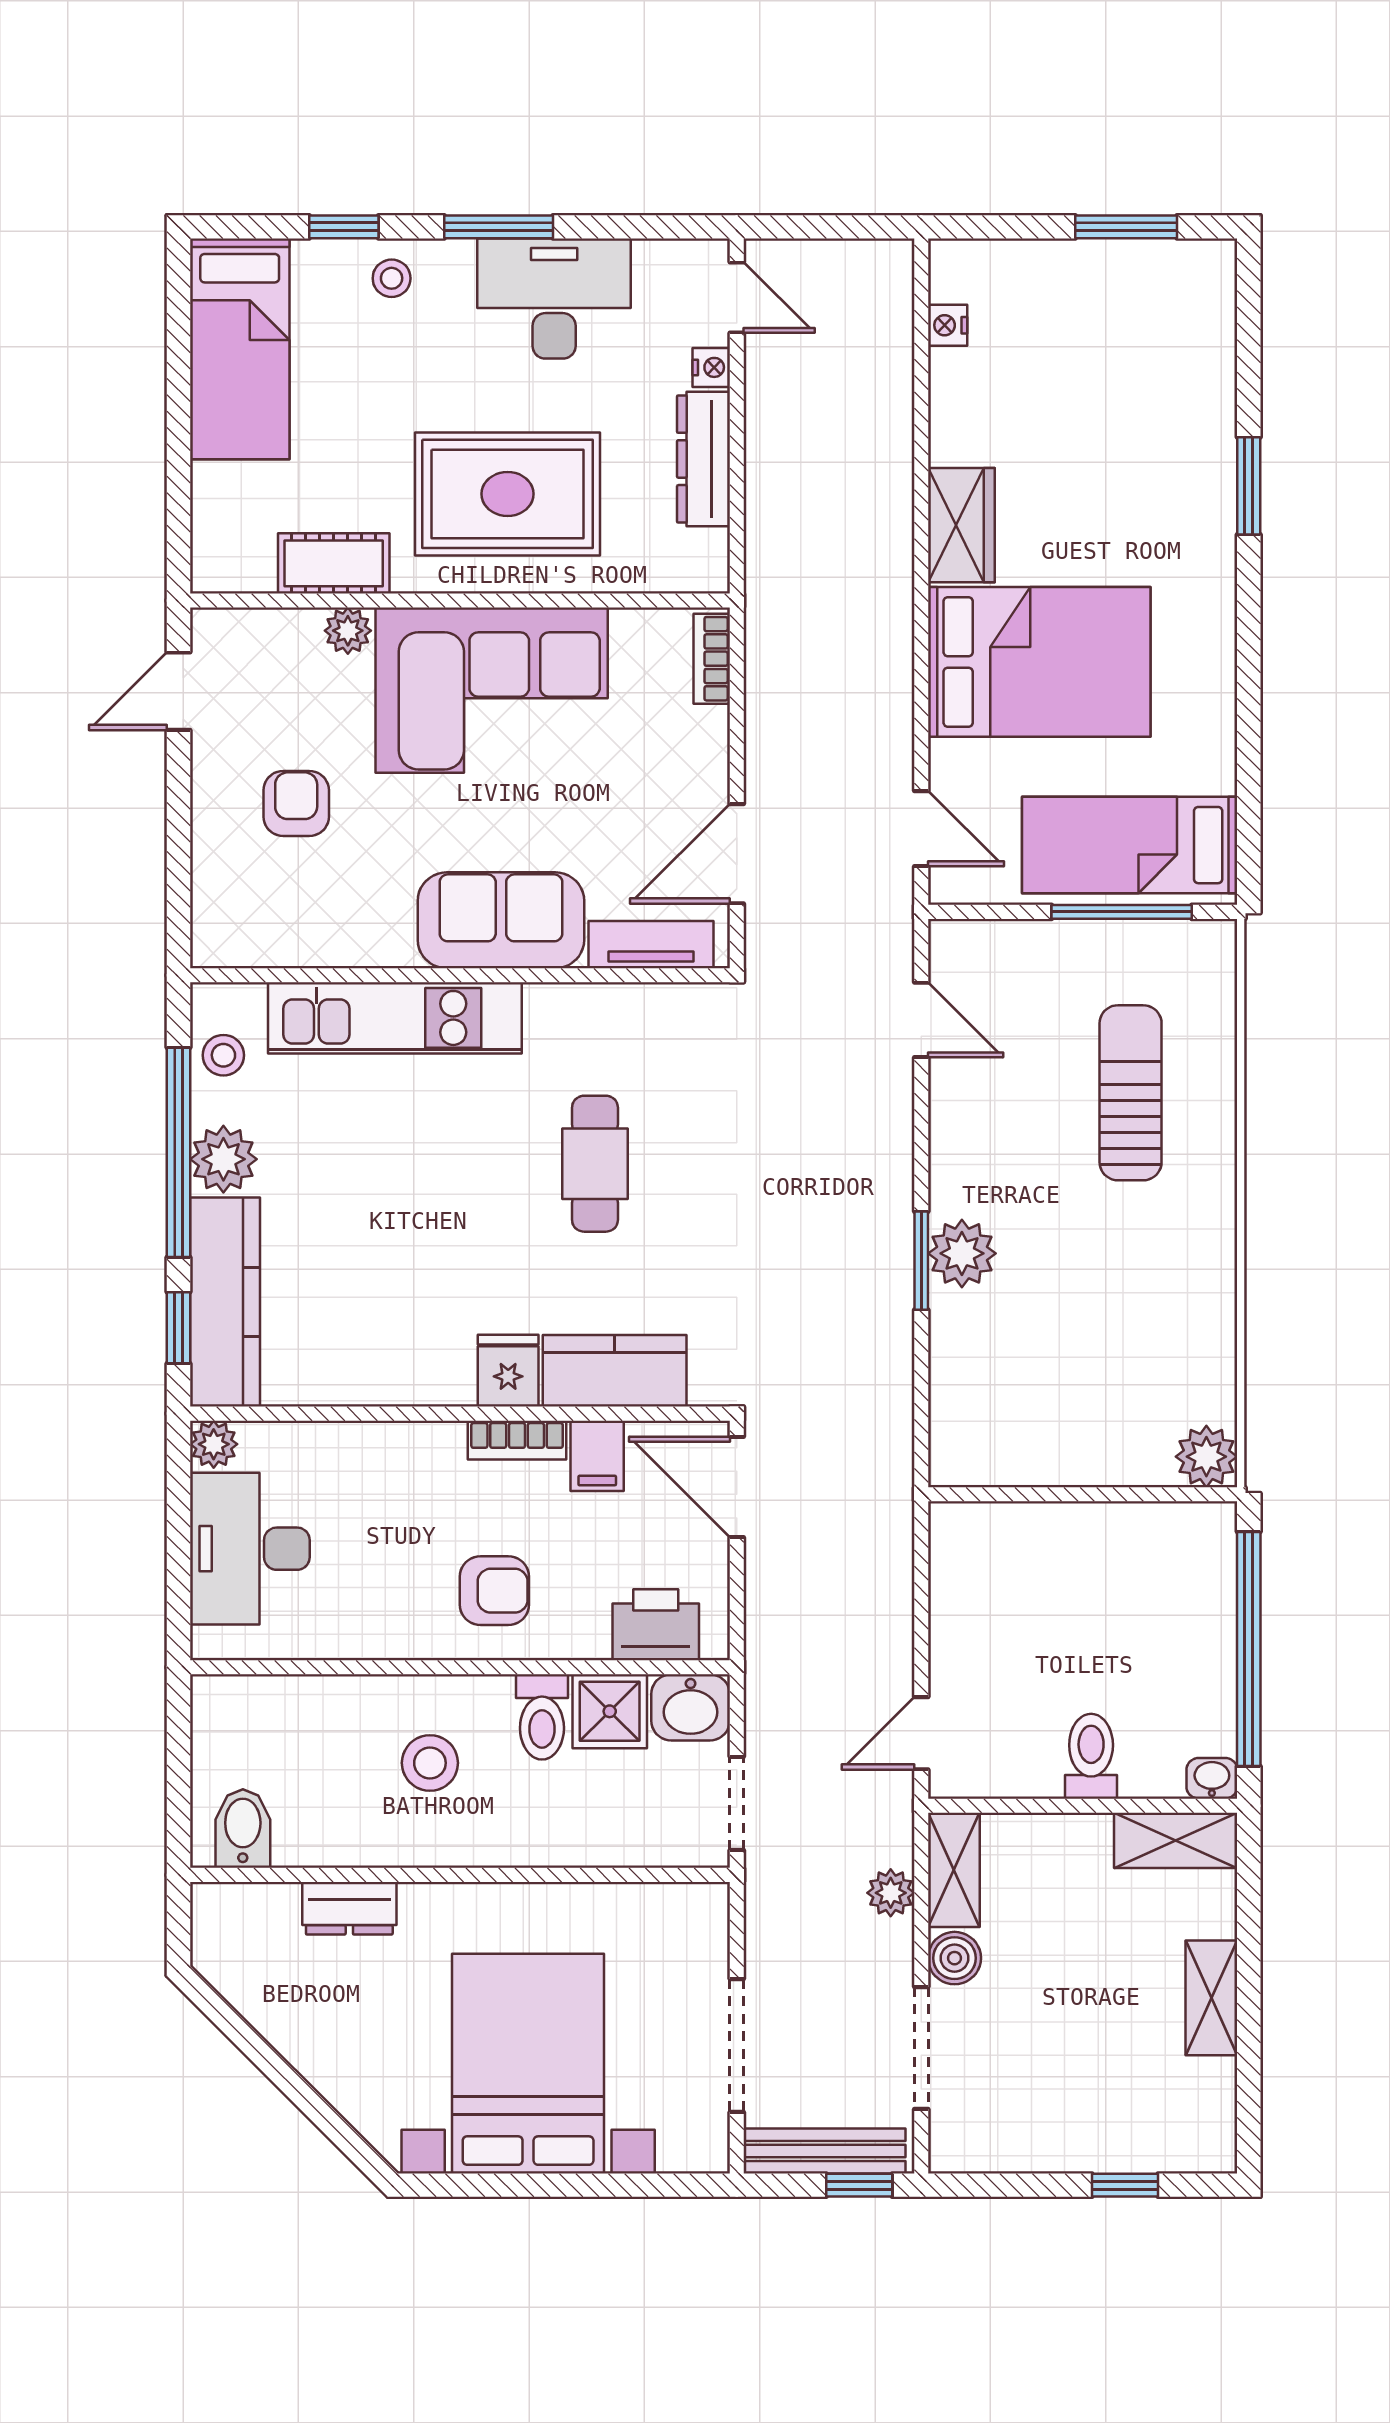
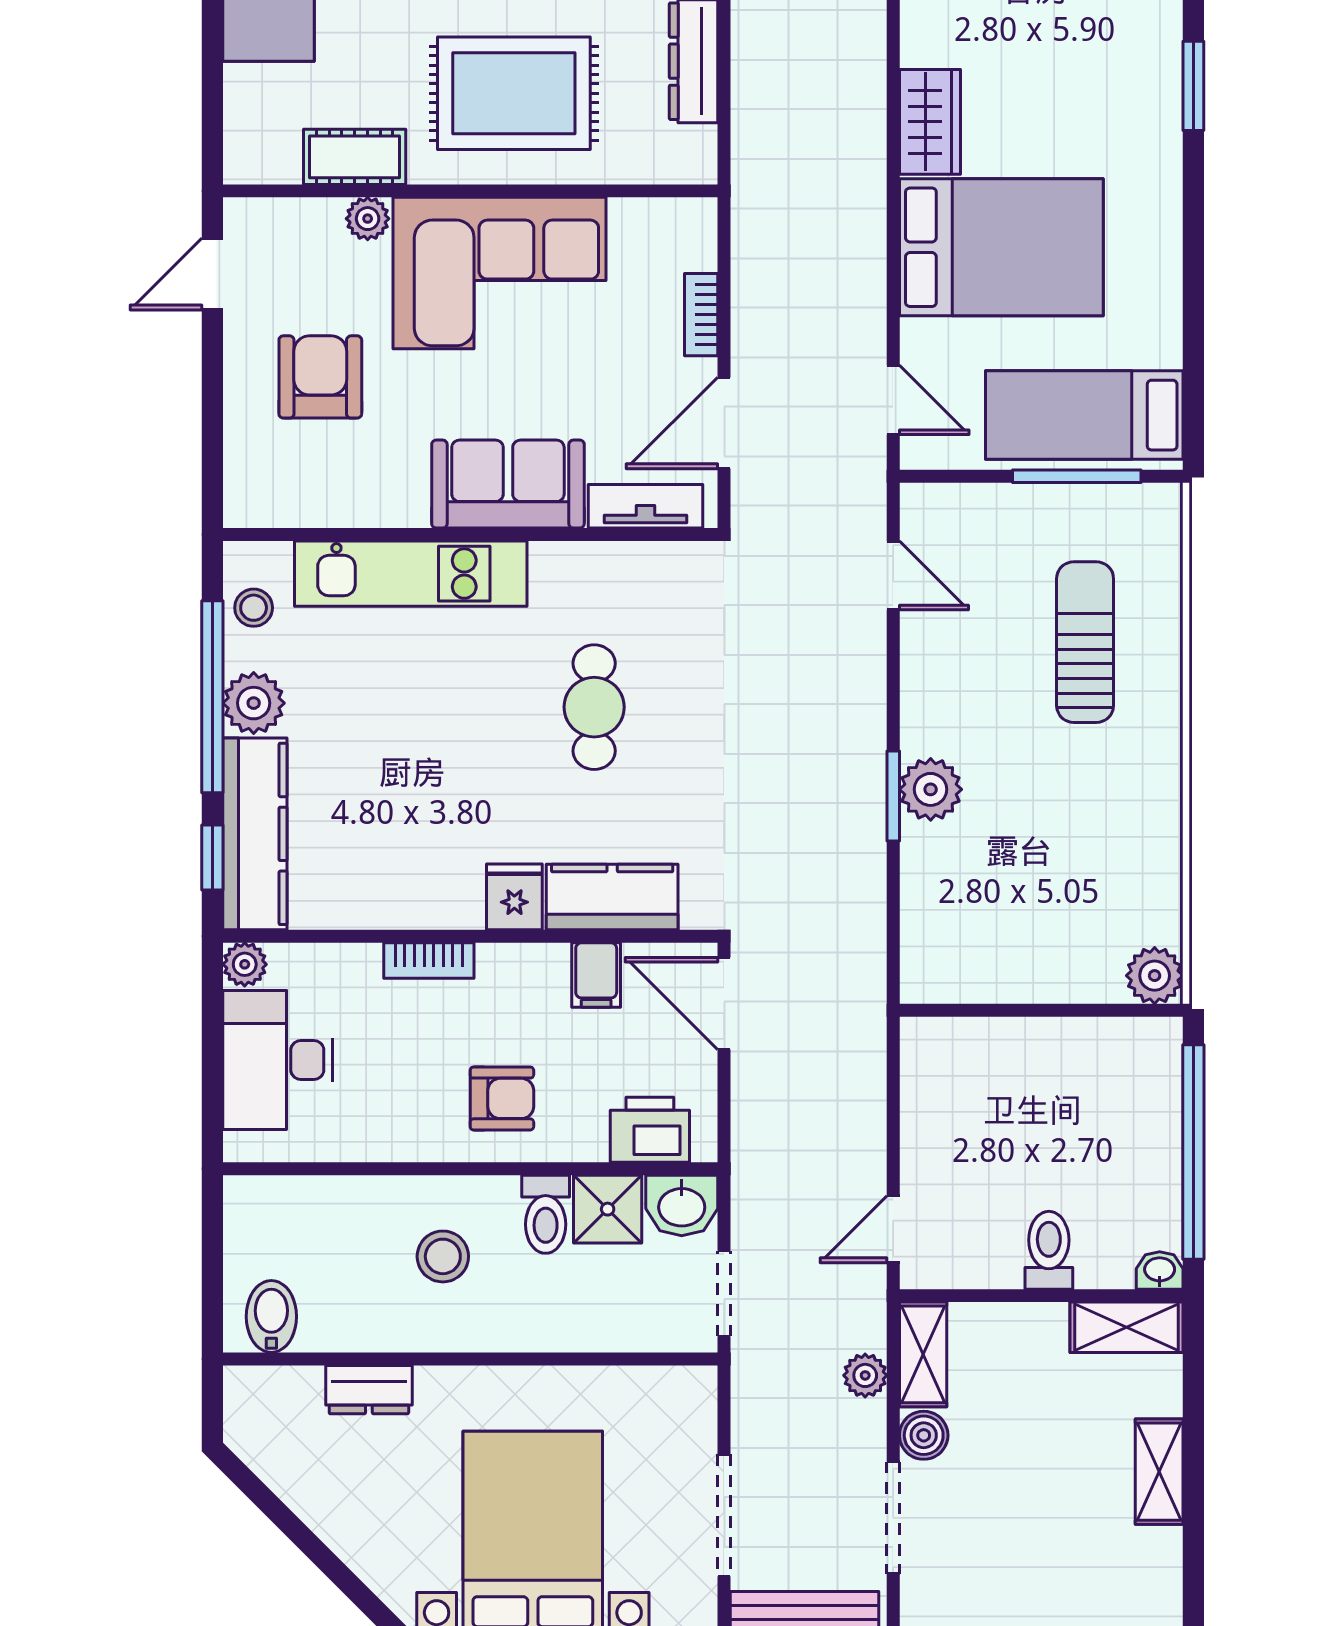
bookcase: (712, 659) -> (701, 315), moved
armchair: (296, 803) -> (320, 377), width x1.38, depth x1.38
bookcase: (517, 1440) -> (429, 961), moved

